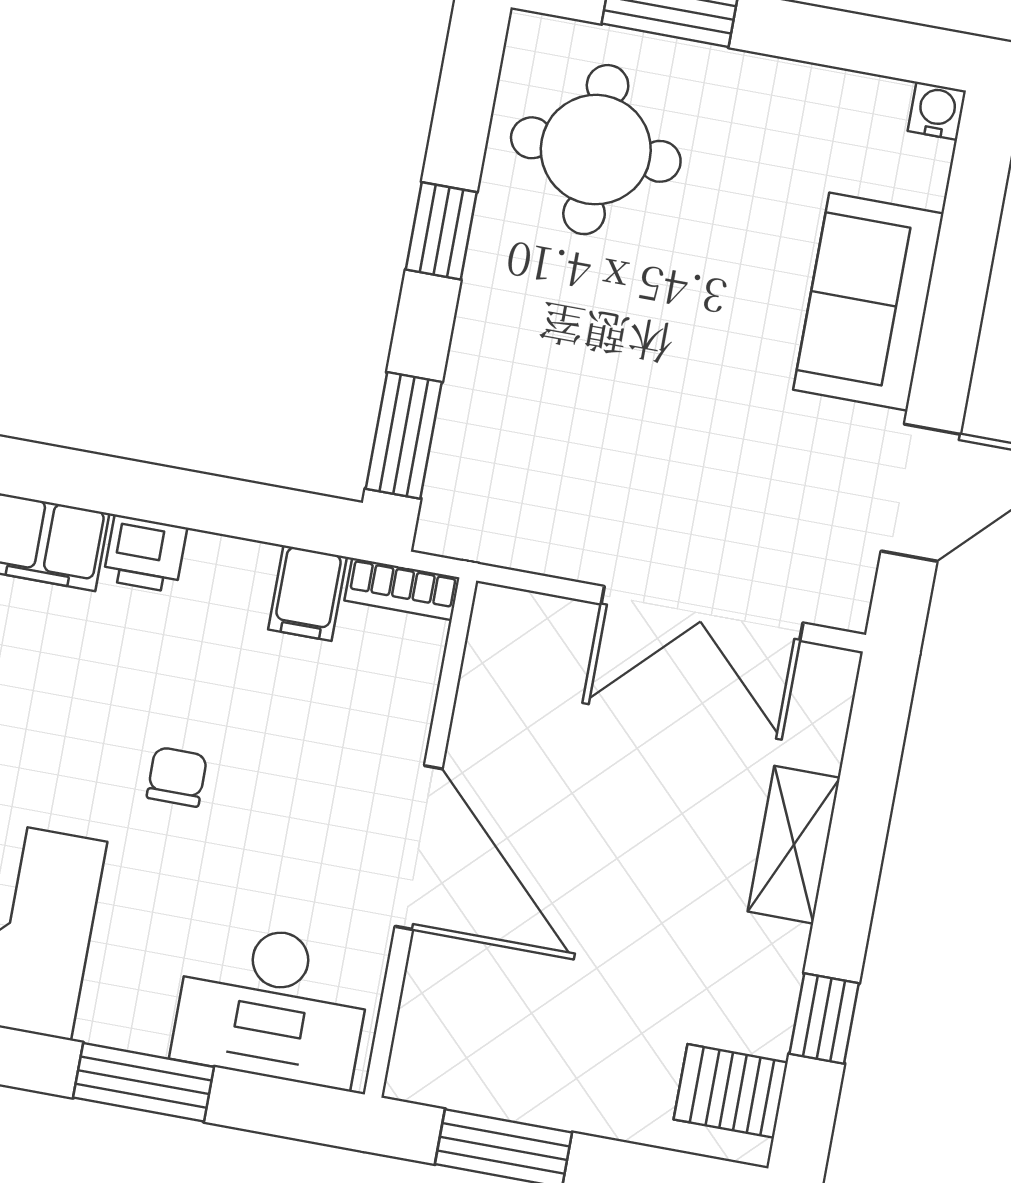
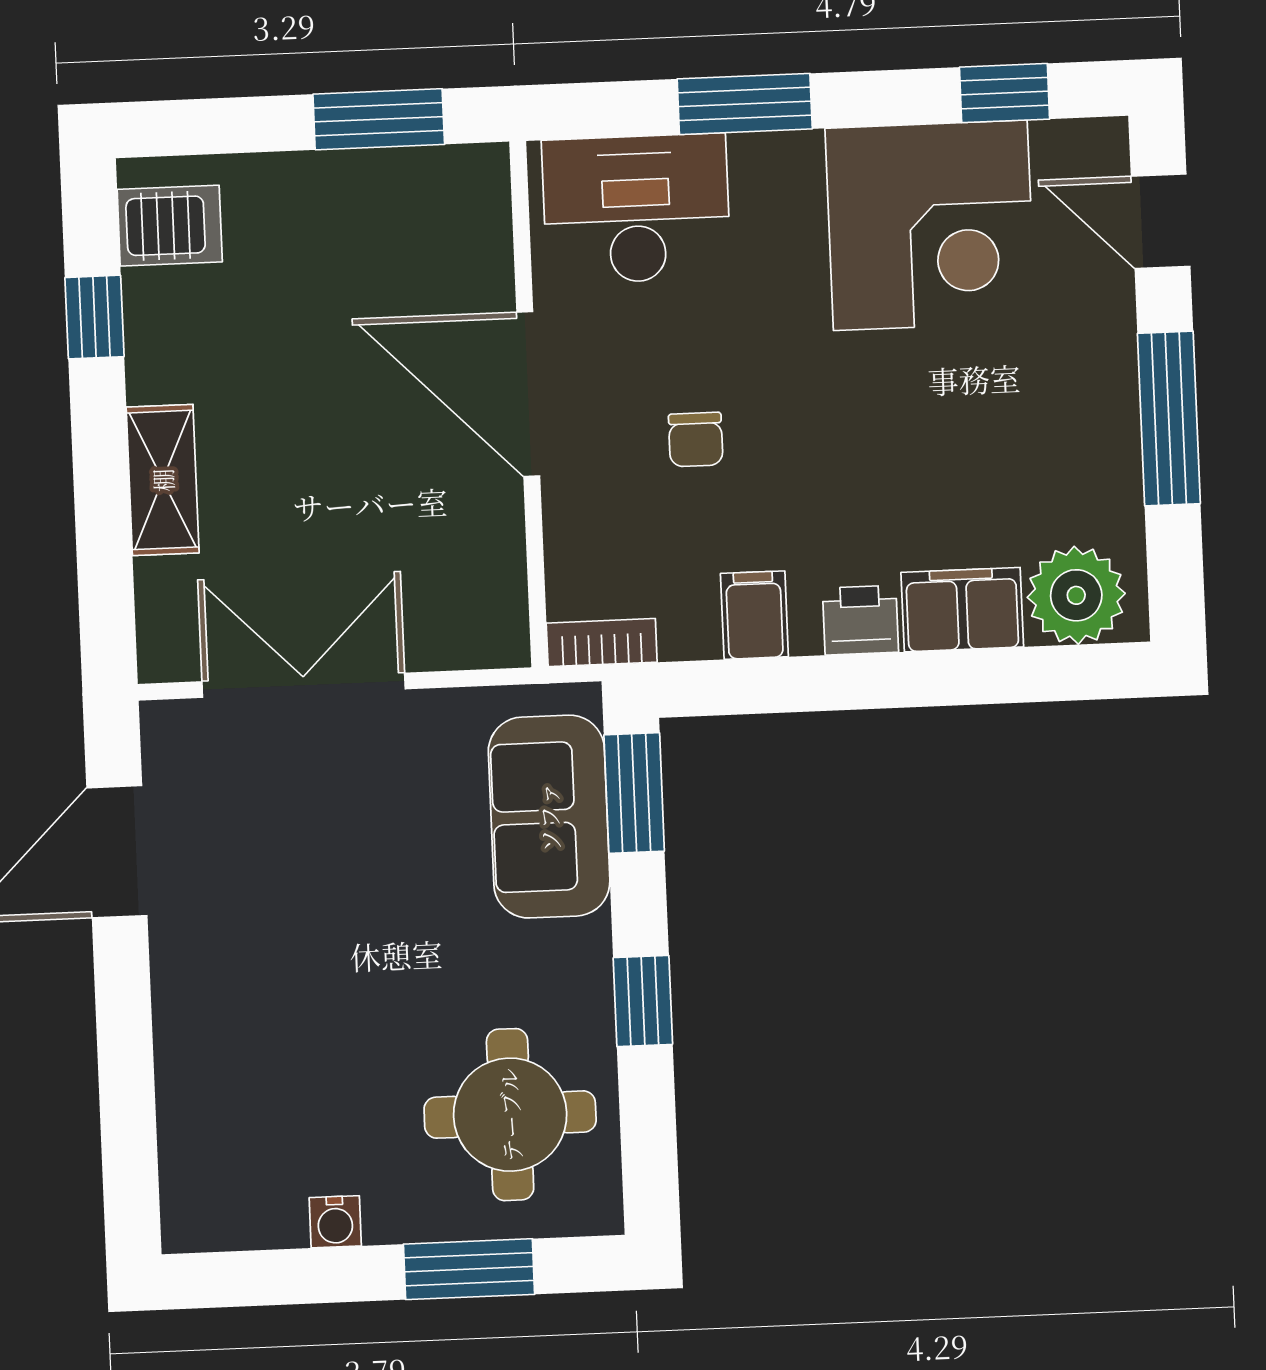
water cooler: (937, 111) -> (335, 1222), moved
sofa: (868, 302) -> (549, 817), moved, turned 180
filing cabinet: (307, 593) -> (754, 615), moved
chair: (177, 777) -> (696, 440), moved

